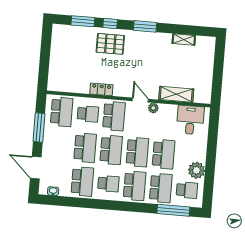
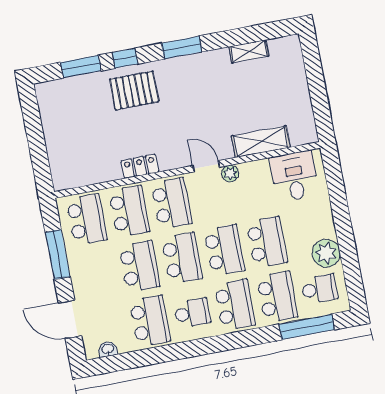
school desk: (88, 114) -> (129, 211), width x1.85

